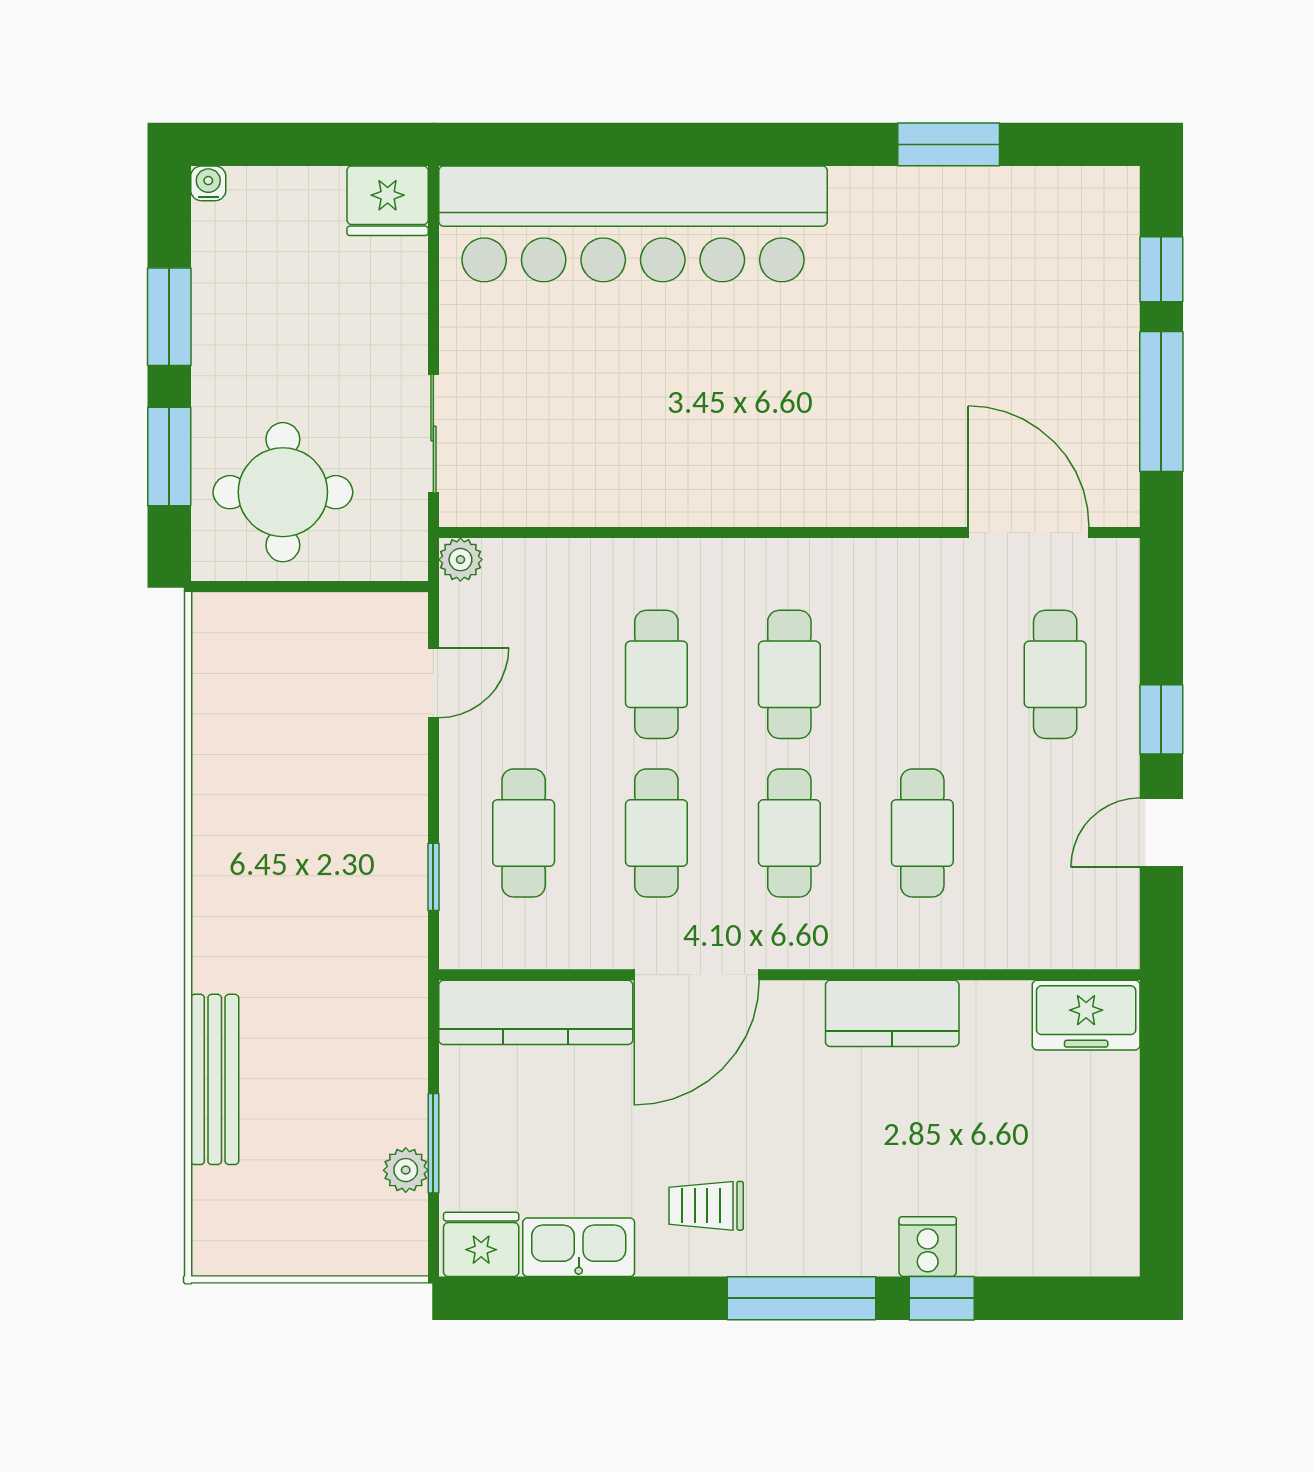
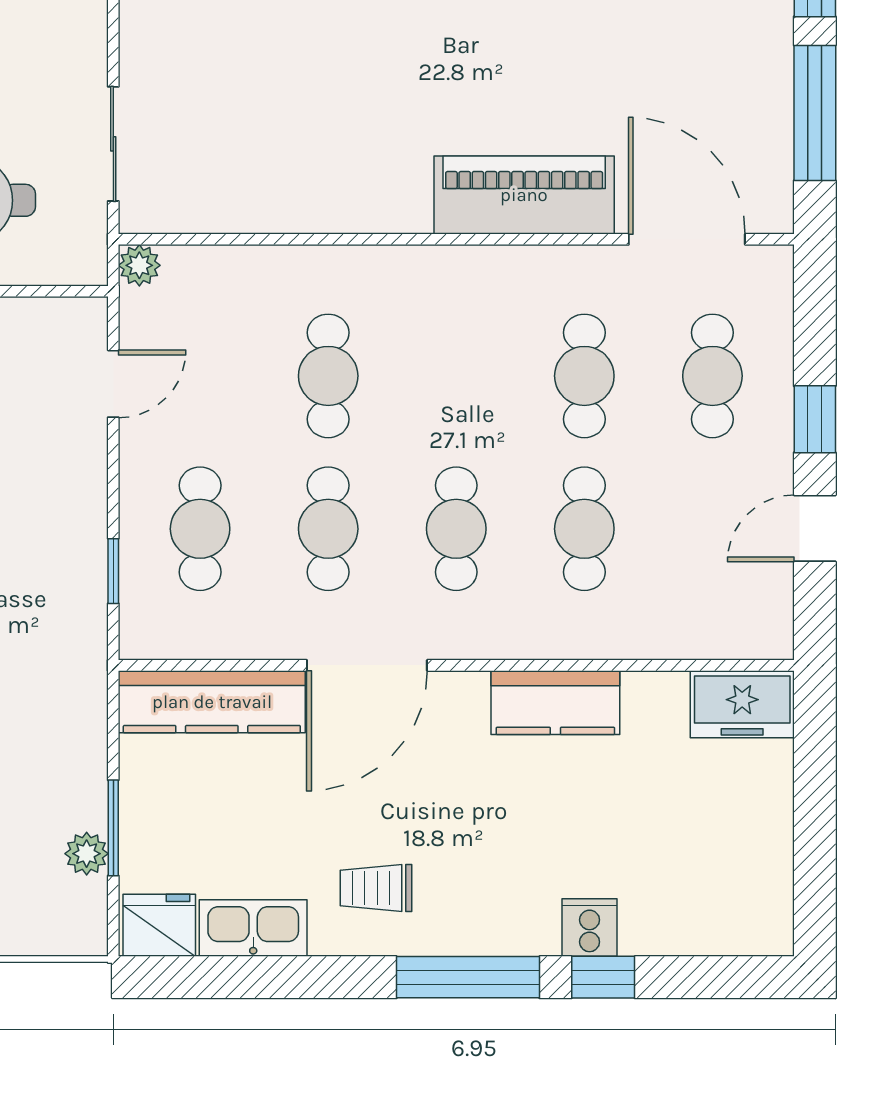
piano: (860, 487) -> (524, 195), added
cafe table: (789, 674) -> (584, 376), moved

